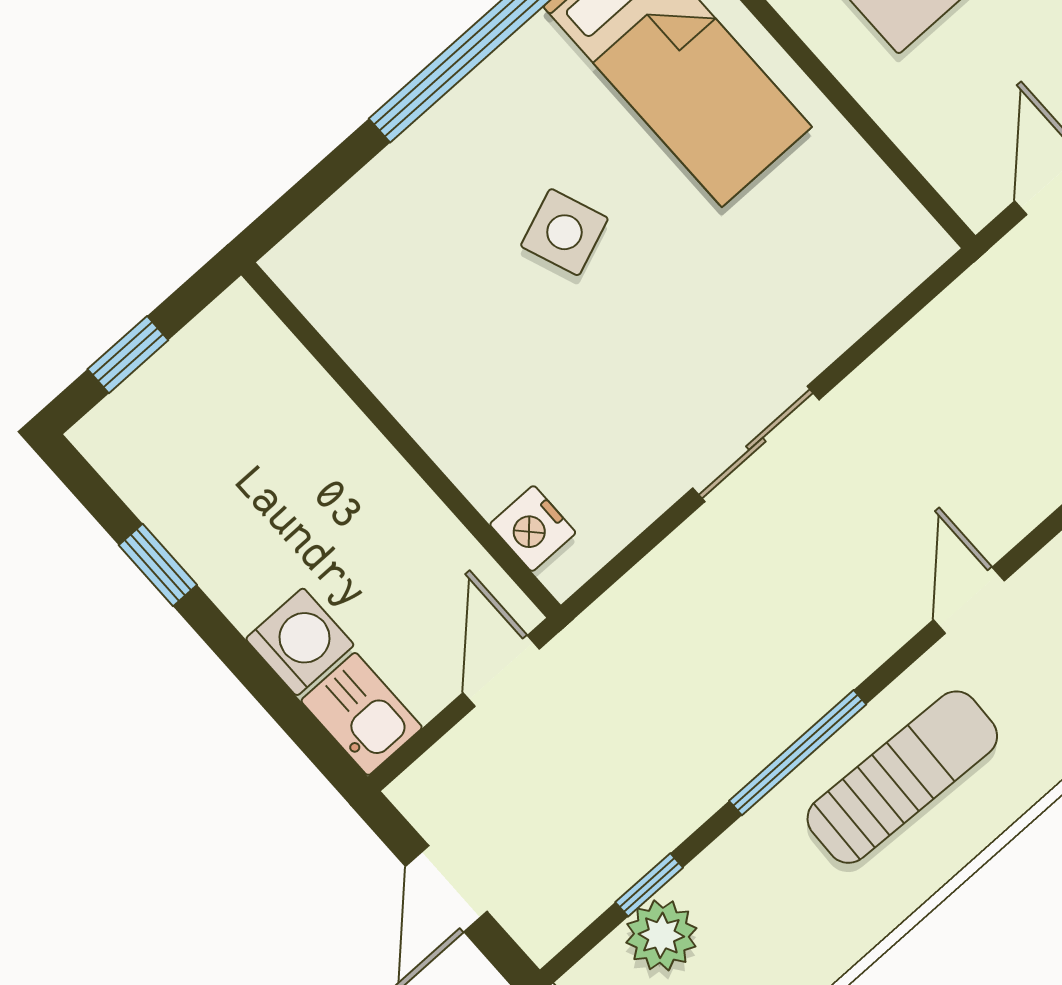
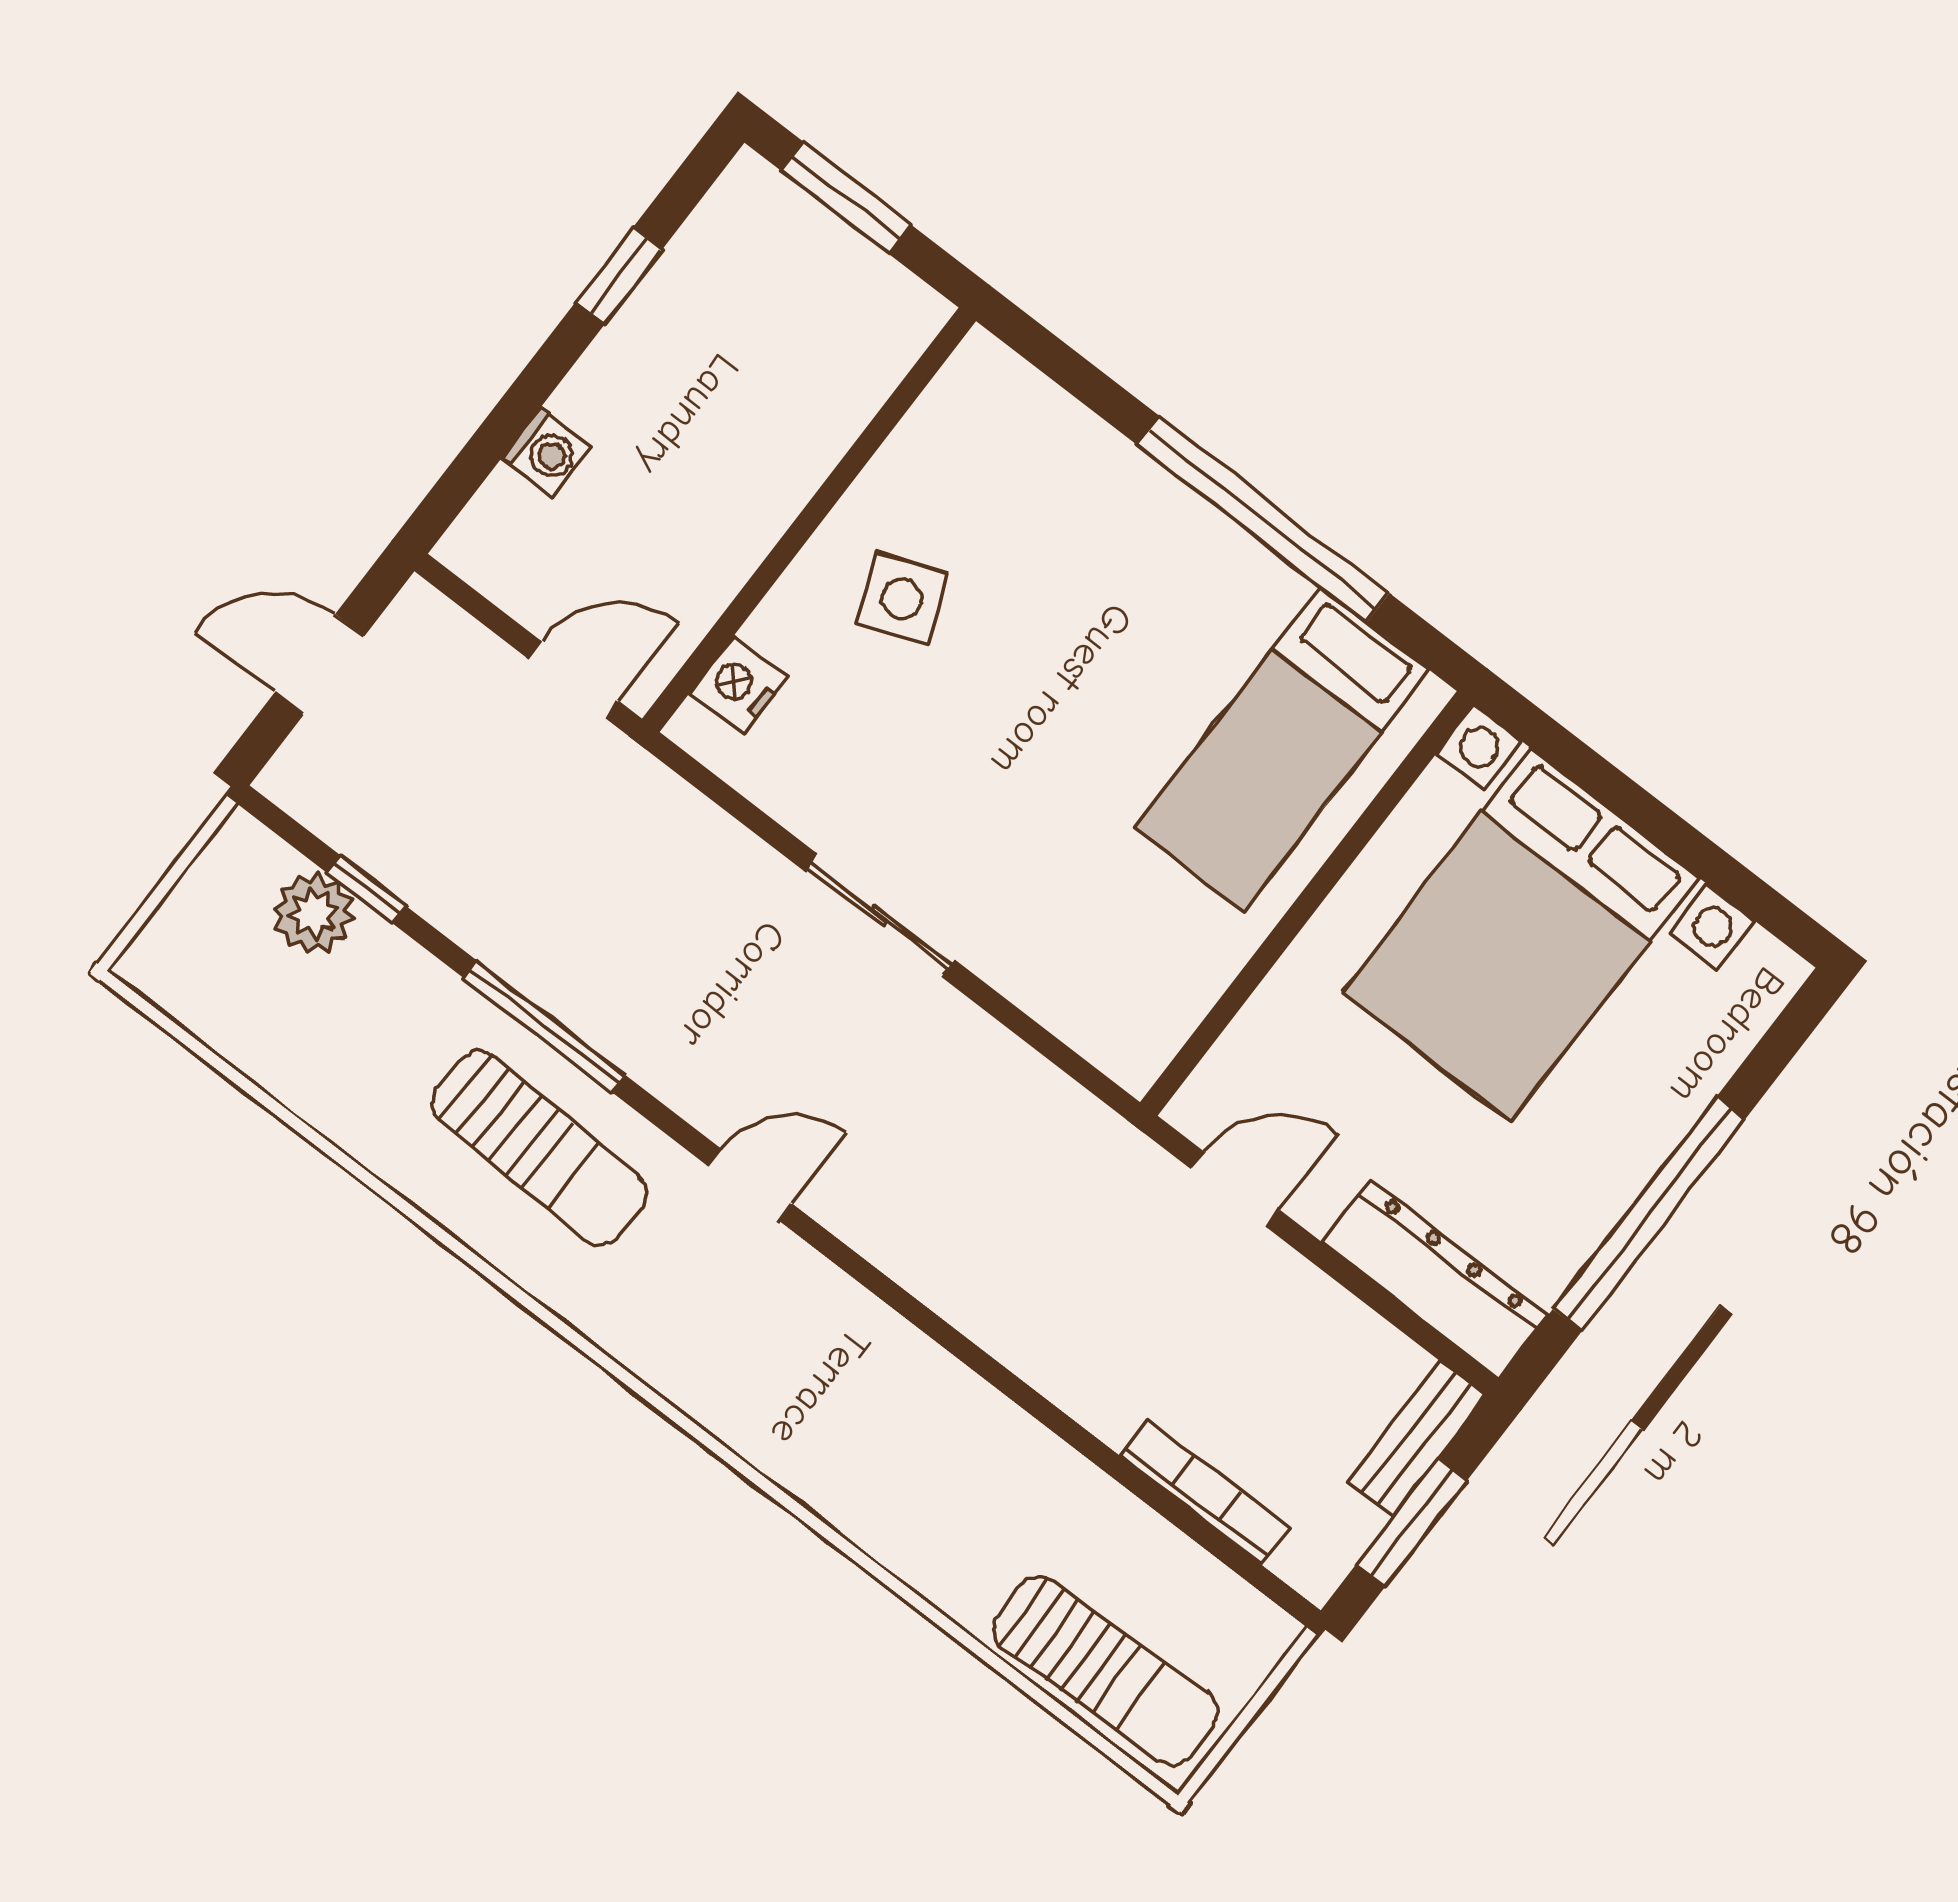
side table: (564, 232) -> (902, 598), moved
window: (128, 355) -> (847, 198), width x1.50
washing machine: (300, 642) -> (546, 452), width x0.73, depth x0.73
kitchen sink: (362, 714) -> (496, 534), removed

